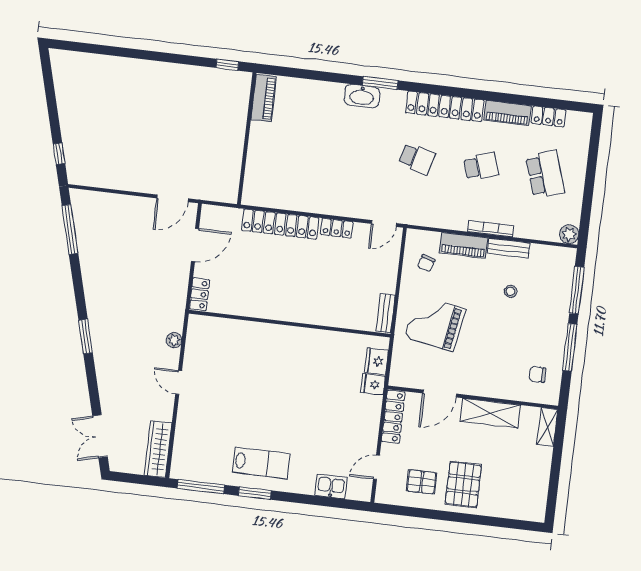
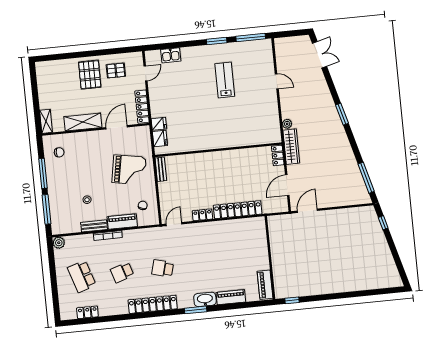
piano: (507, 113) -> (231, 297), moved
door: (179, 382) -> (277, 81), moved
wardrobe: (158, 449) -> (291, 147), moved
lab bench: (261, 463) -> (225, 80), moved, turned 90

